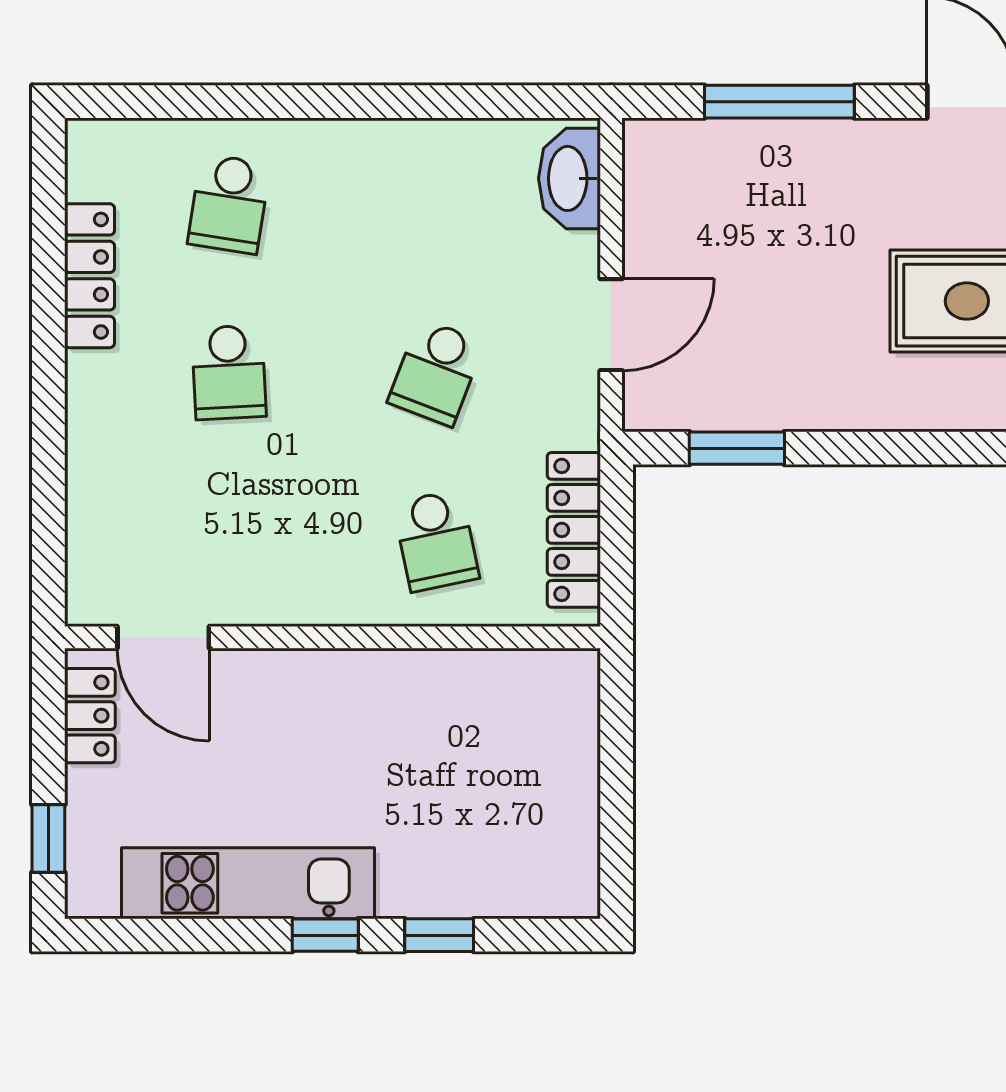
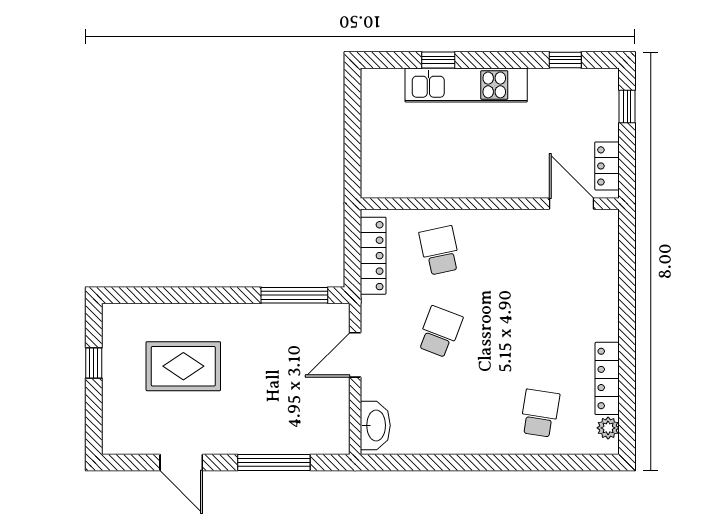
plant: (88, 173) -> (608, 428), added
school desk: (229, 372) -> (540, 332), removed
window: (737, 448) -> (294, 295), width x1.44
kitchen unit: (248, 883) -> (466, 85), moved
window: (325, 935) -> (565, 60), moved

